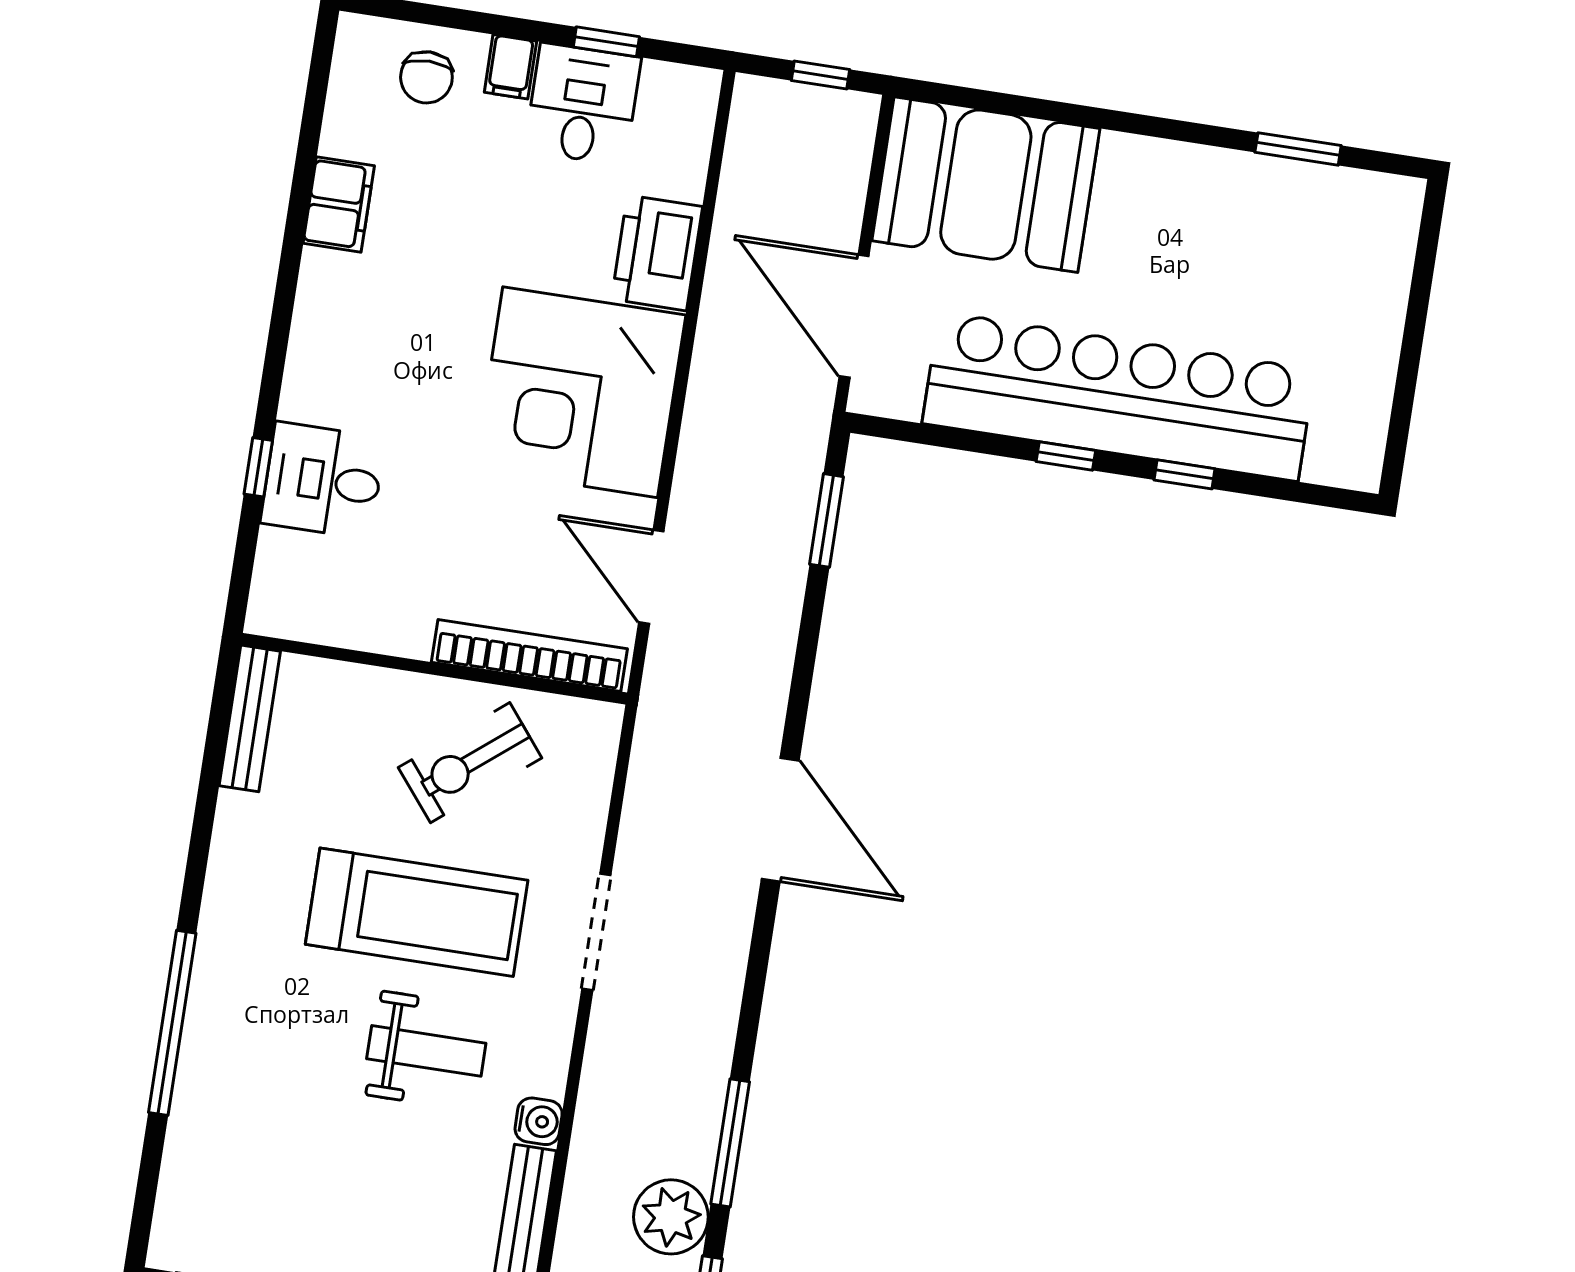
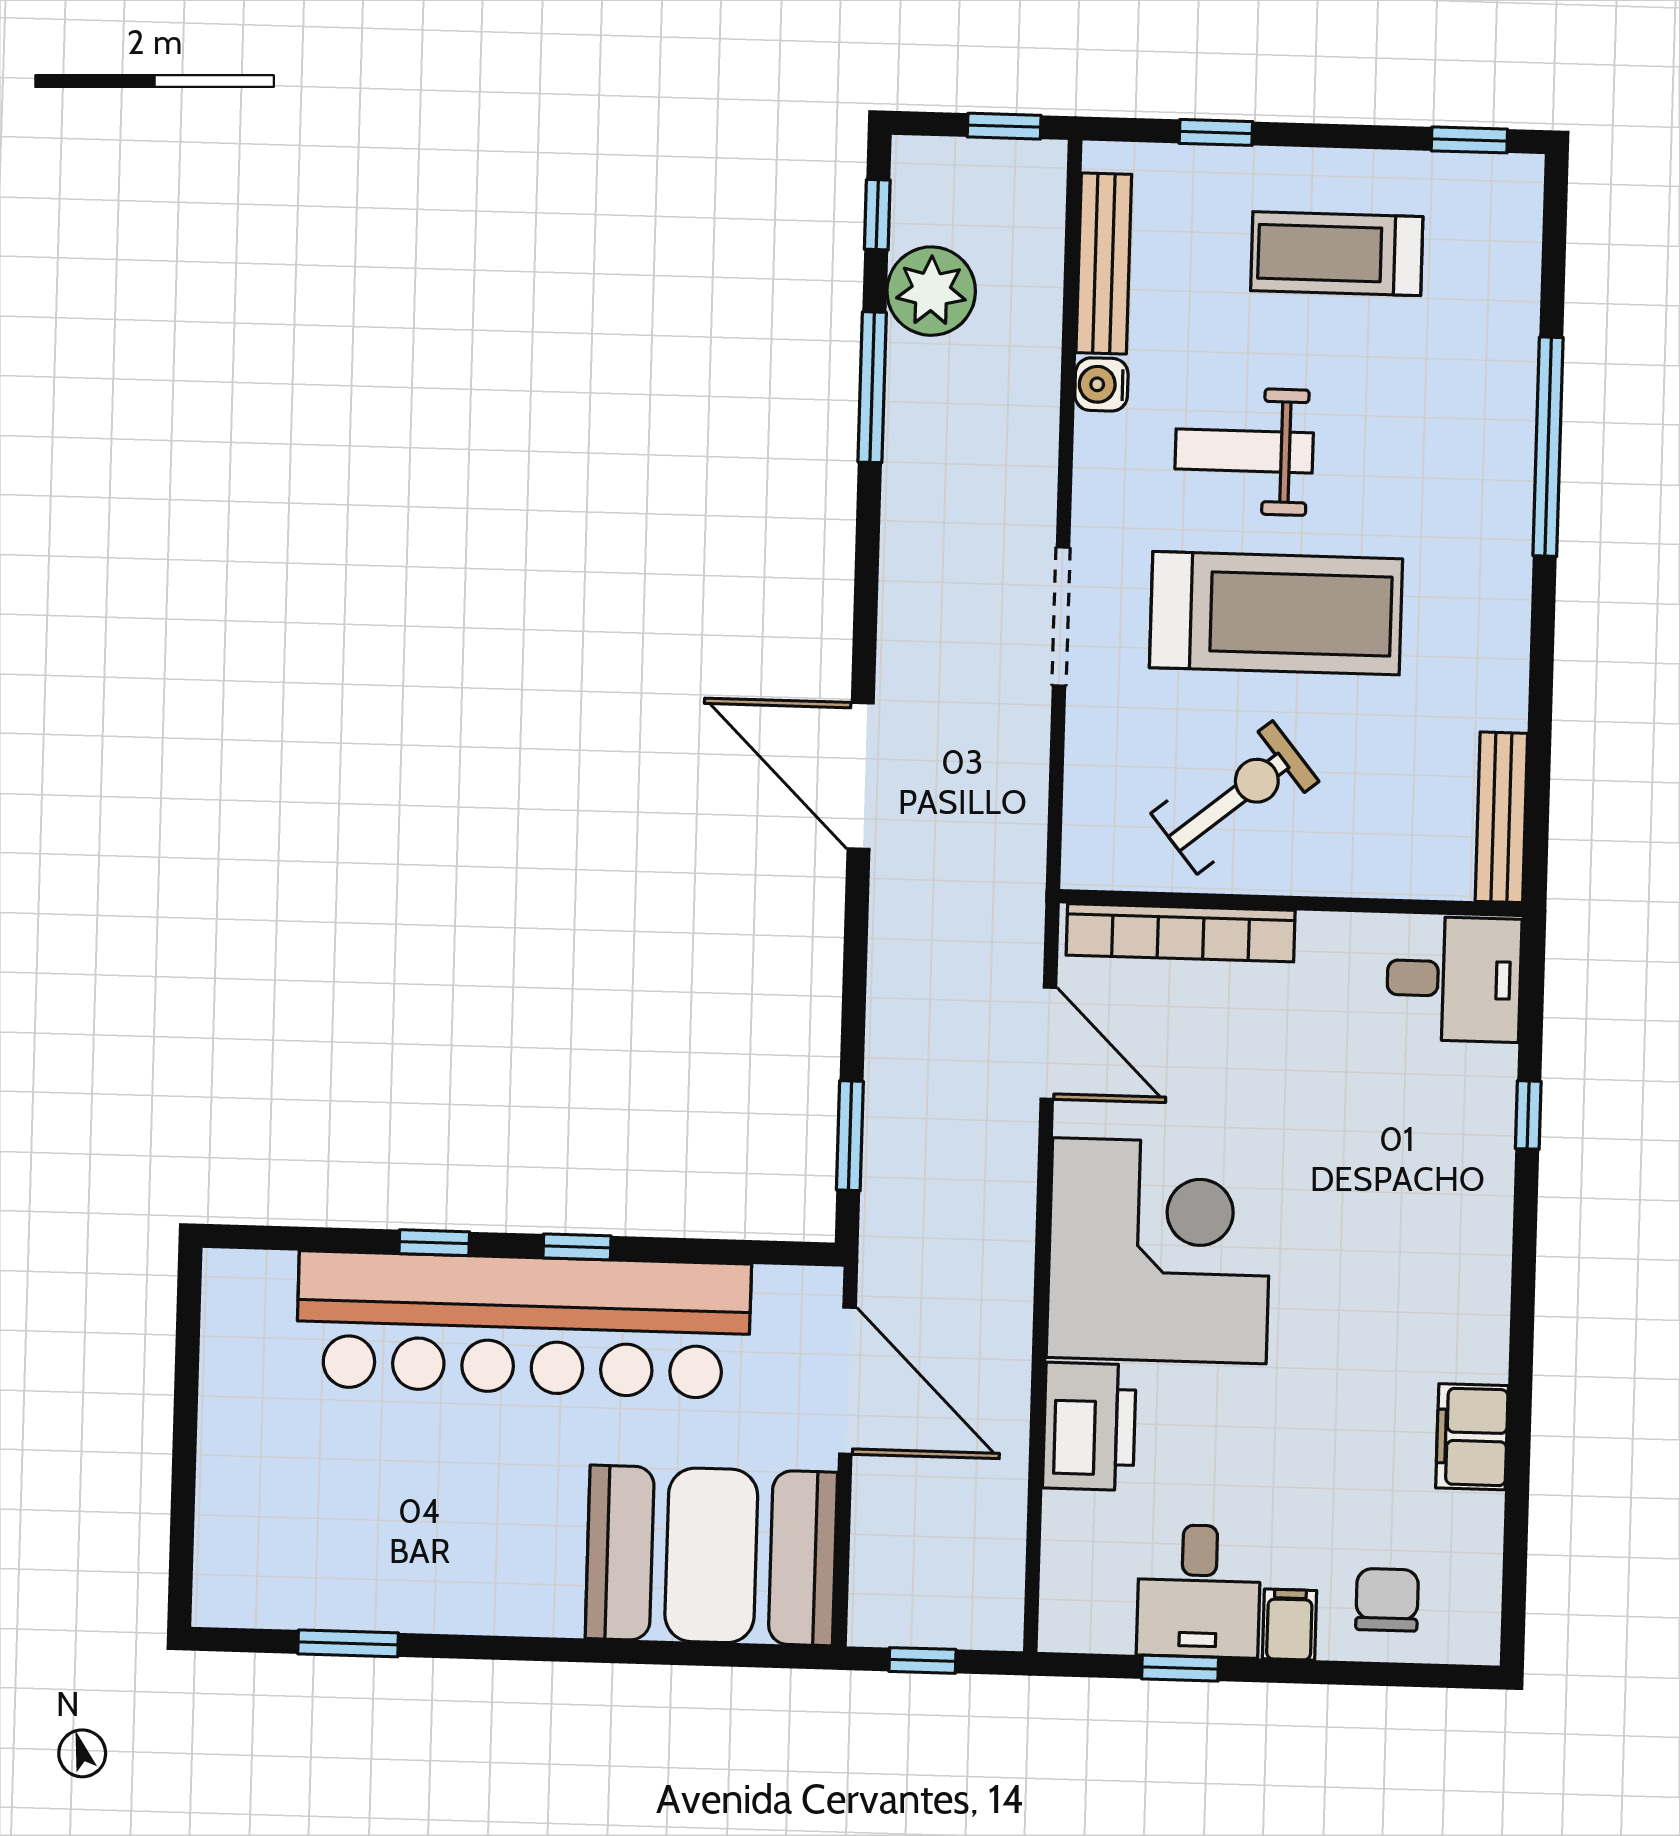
desk: (323, 480) -> (1454, 979), moved
treadmill: (417, 912) -> (1276, 613), turned 180
treadmill: (329, 1206) -> (1337, 254), added

